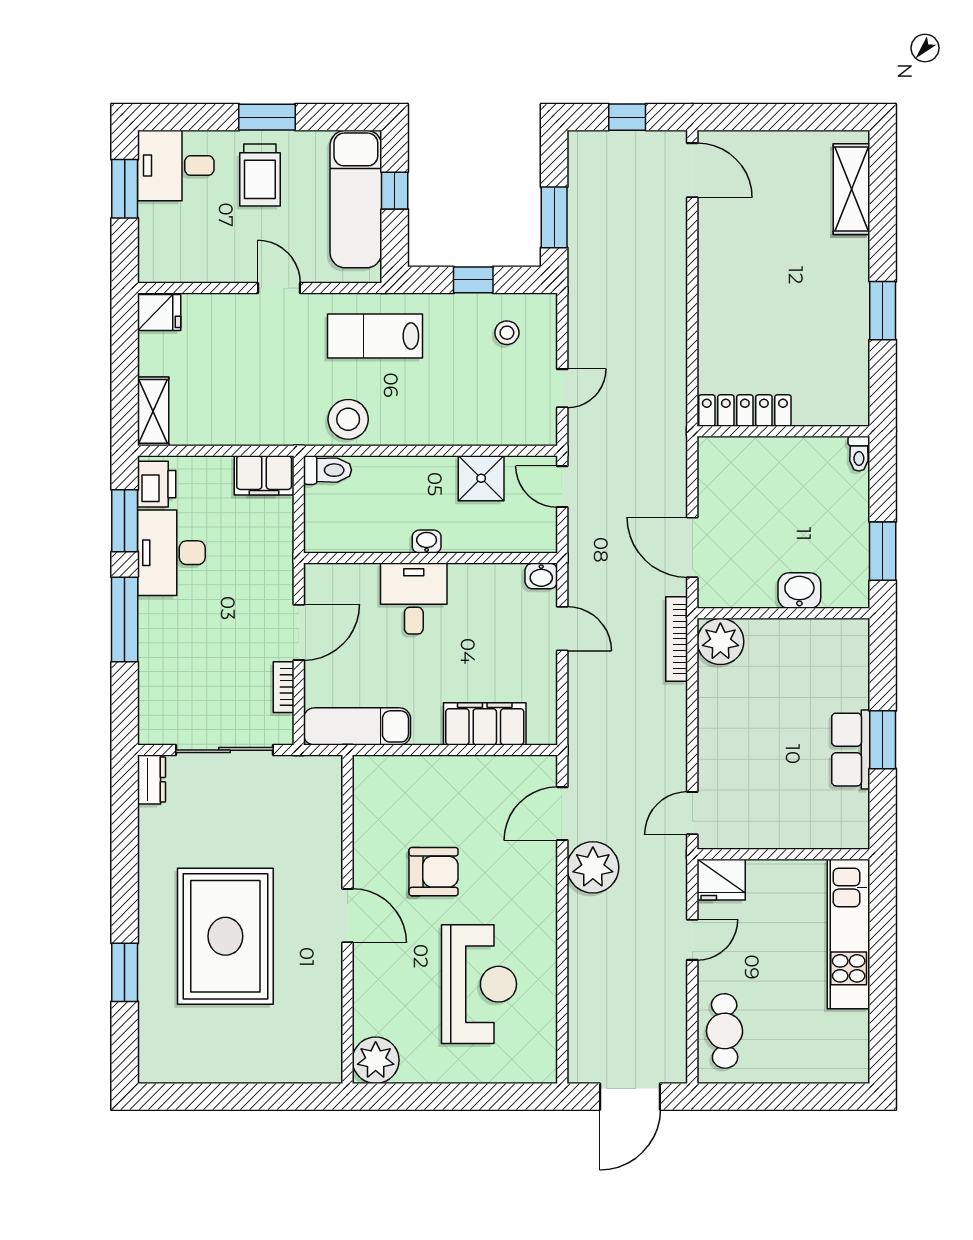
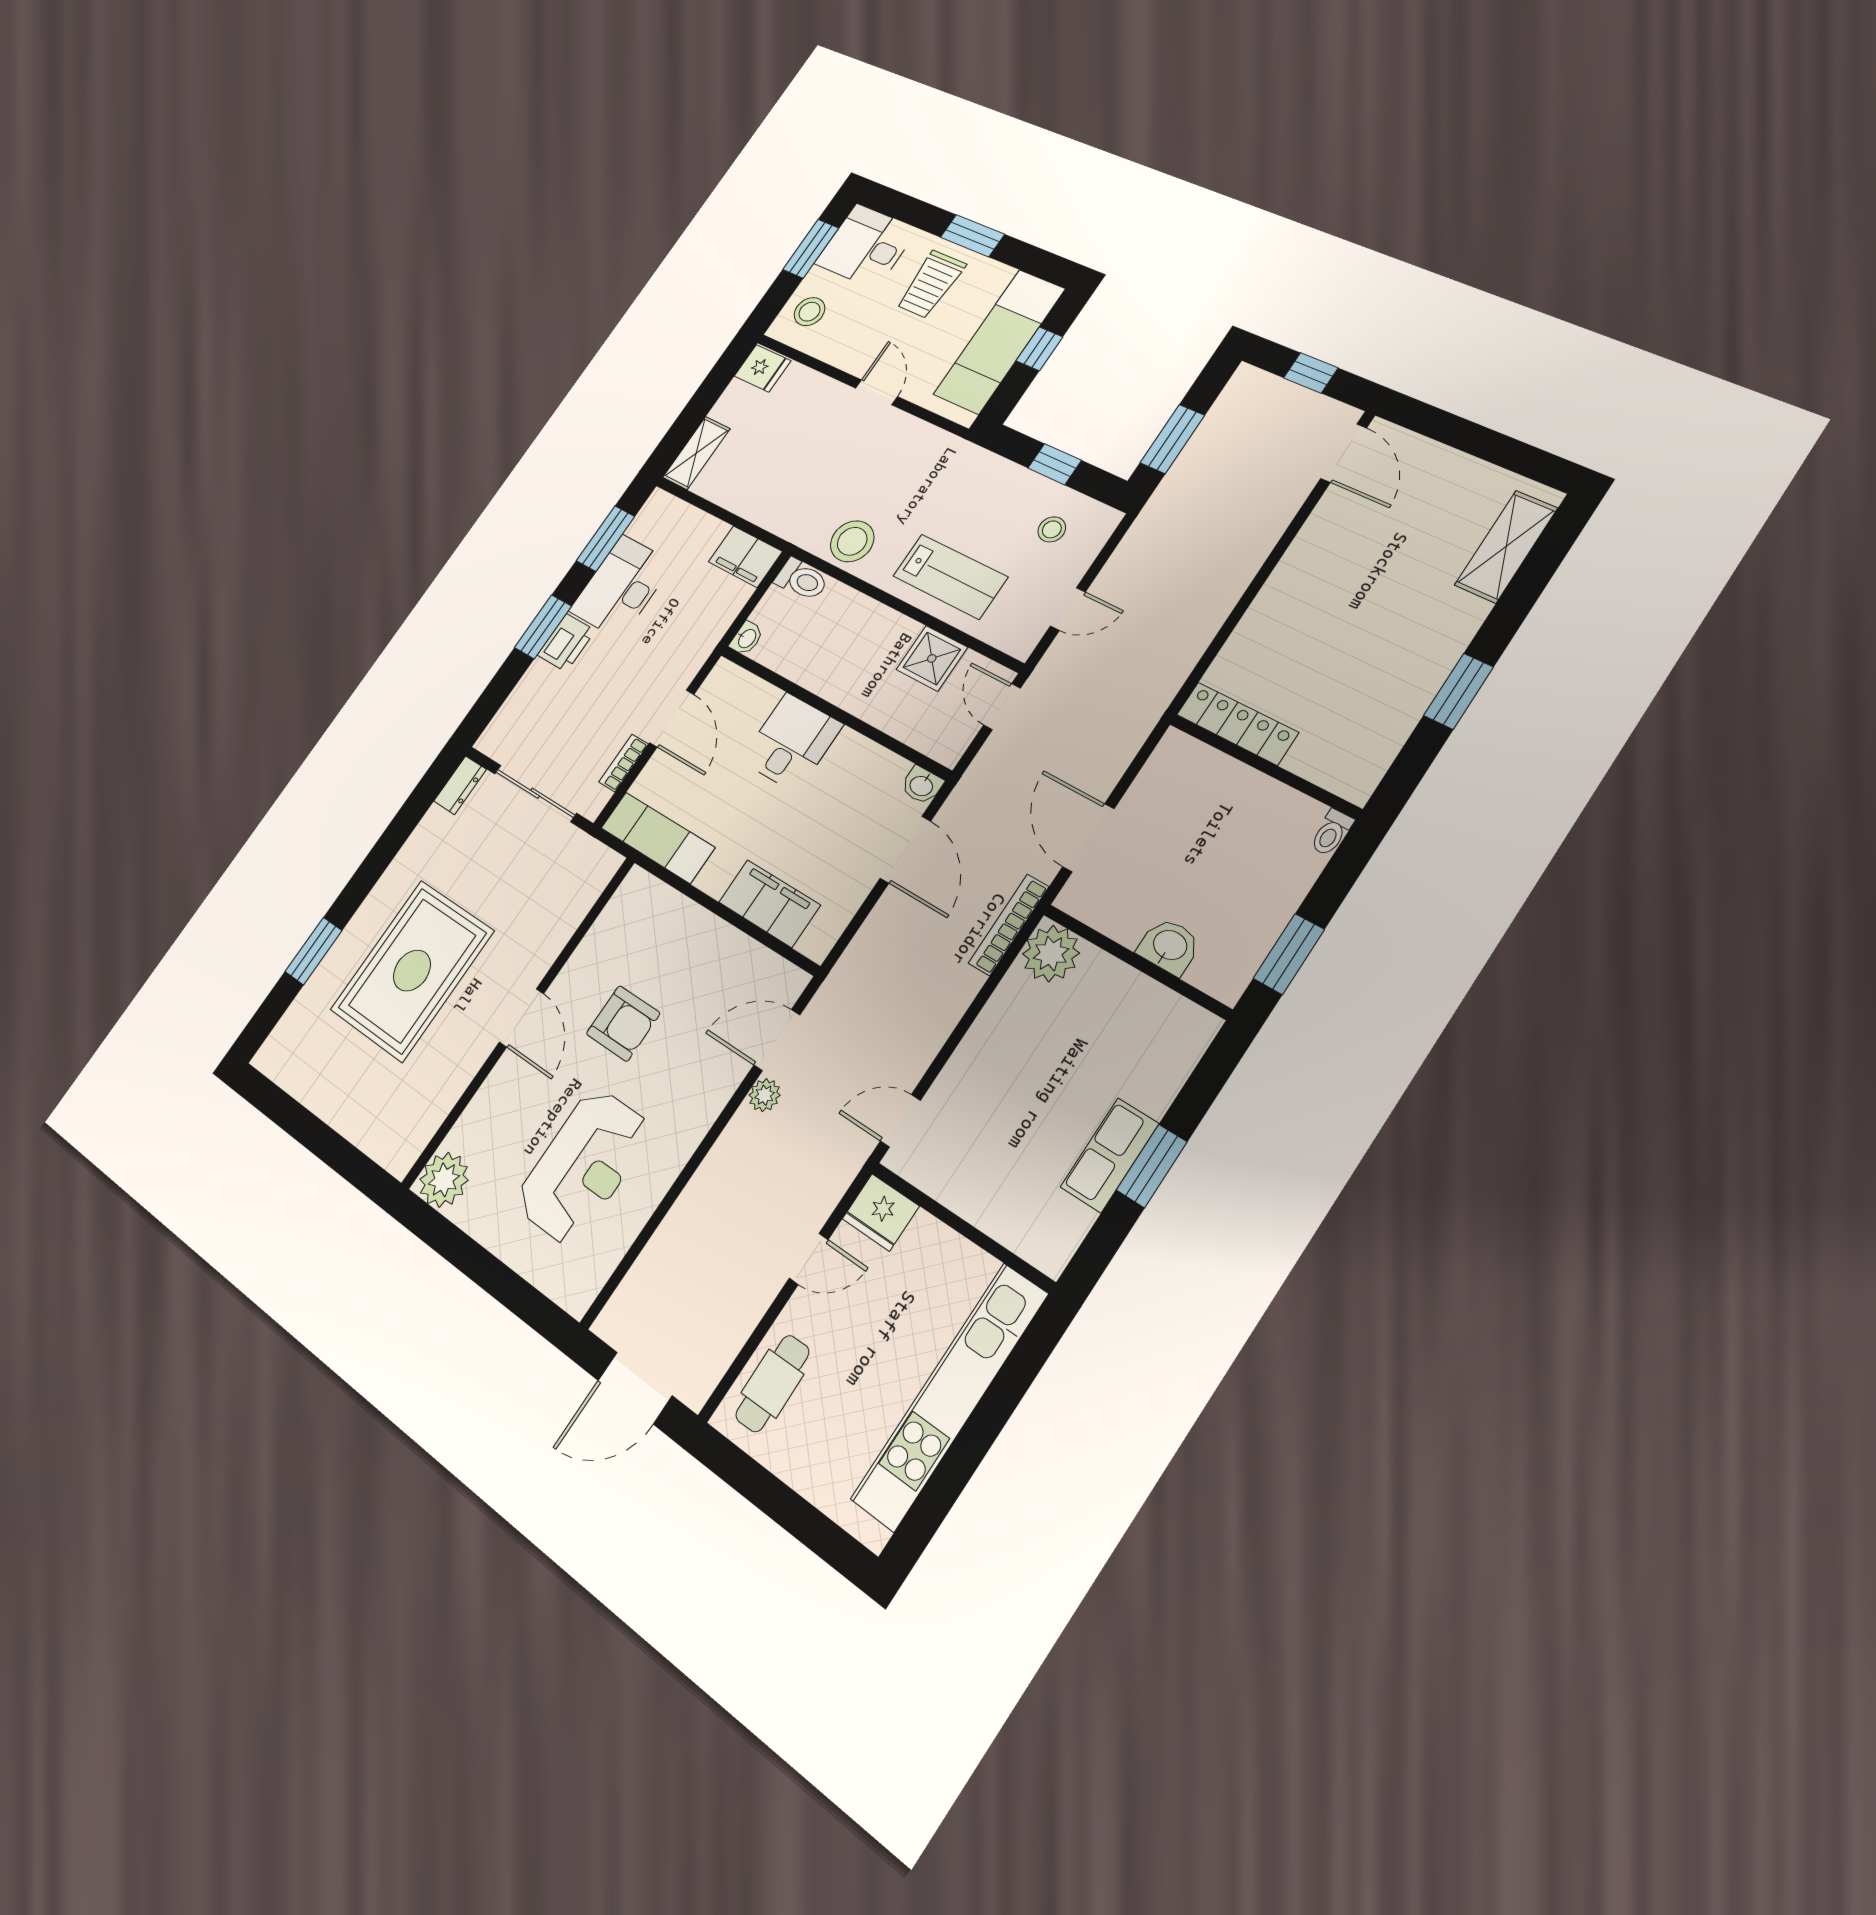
stool: (166, 245) -> (809, 312), added
lab bench: (375, 336) -> (950, 577), moved, turned 180
printer: (157, 484) -> (566, 643), moved
washbasin: (427, 542) -> (747, 638), moved, turned 90
window: (125, 619) -> (543, 627), width x0.69
door: (562, 629) -> (905, 850), width x1.38
door: (299, 632) -> (672, 719), hinge flipped
plant: (593, 867) -> (765, 1095), width x0.53, depth x0.53
kitchen unit: (849, 934) -> (950, 1396), width x1.36

